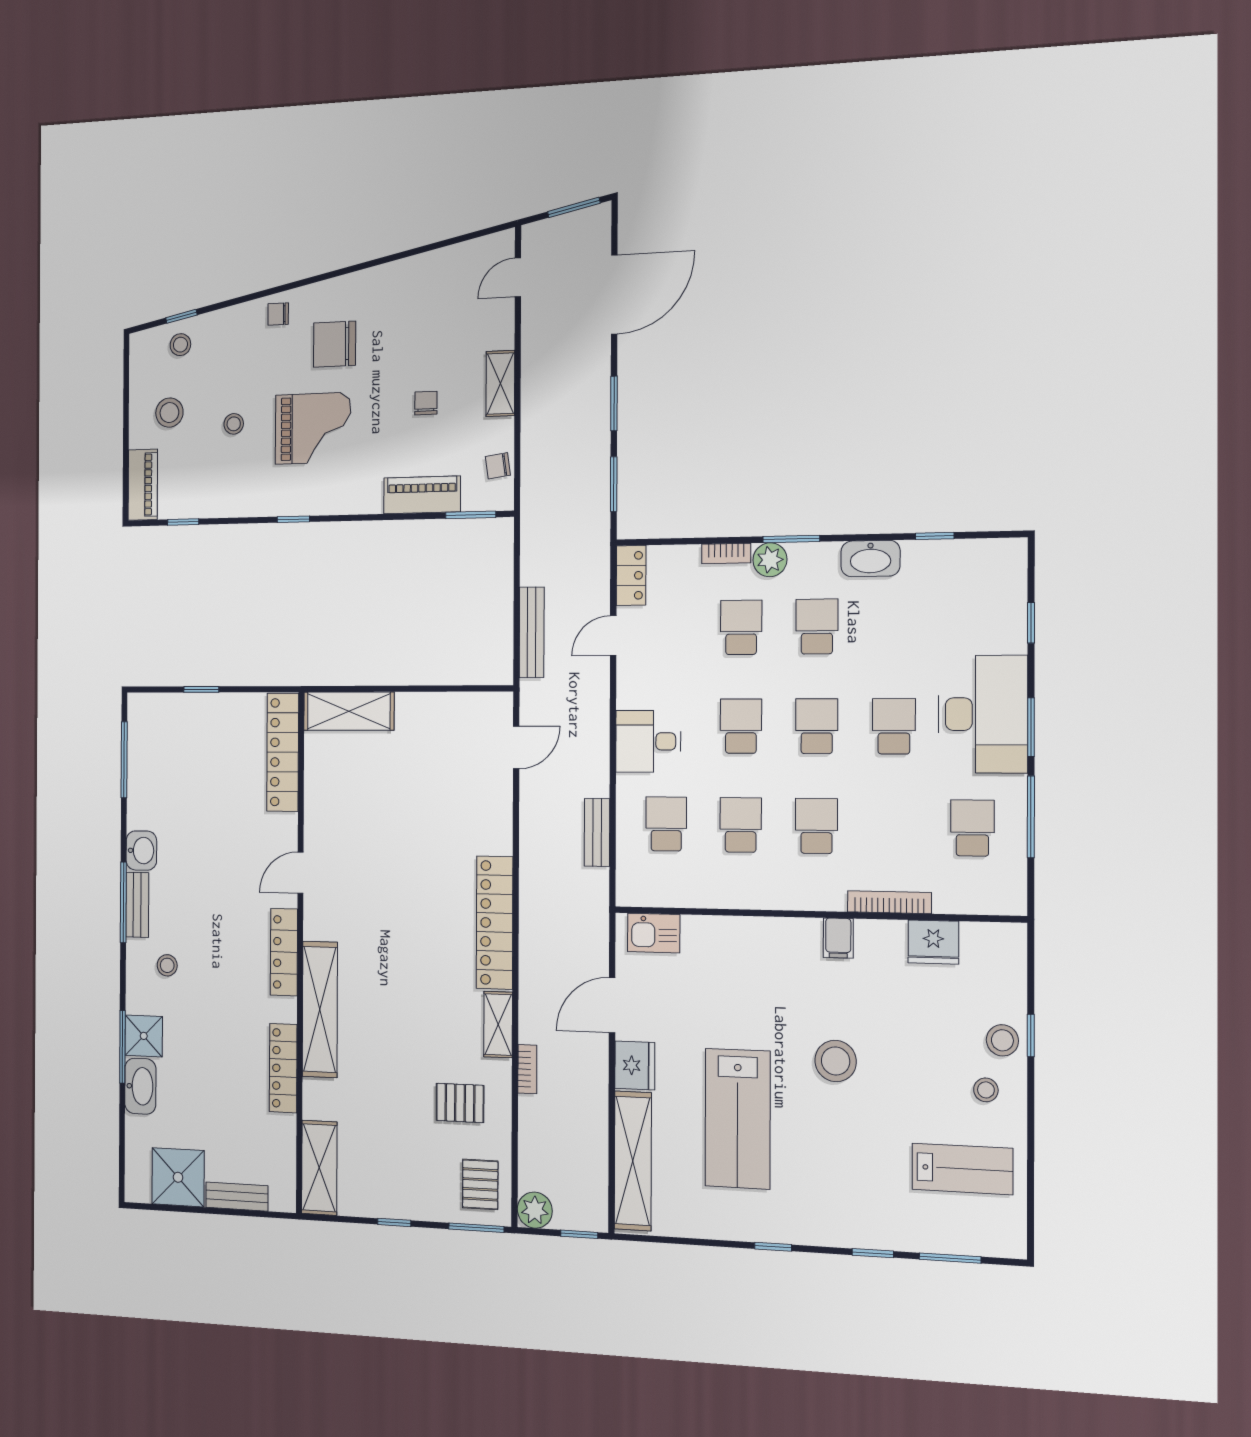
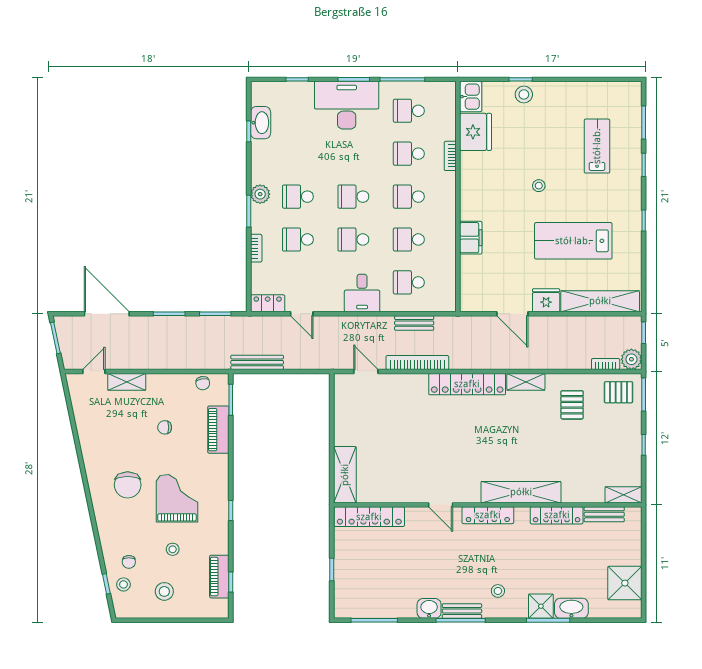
door: (518, 277) -> (94, 371), swing flipped
chair: (278, 314) -> (129, 562), moved
shelving: (500, 383) -> (127, 382), moved
piano: (143, 485) -> (219, 577), moved, turned -90
washbasin: (870, 559) -> (261, 123), moved
plant: (770, 560) -> (260, 194), moved
bench: (532, 632) -> (257, 362), moved
school desk: (894, 726) -> (409, 154), moved
bookcase: (531, 837) -> (417, 363), added
bookcase: (889, 902) -> (450, 156), width x0.64
kitchen sink: (654, 933) -> (471, 97), moved
filing cabinet: (838, 938) -> (471, 238), moved, width x2.00
fridge: (933, 942) -> (476, 132), width x1.36, depth x1.34
stool: (836, 1061) -> (539, 186), width x0.53, depth x0.53
bookcase: (527, 1069) -> (606, 364), moved
stool: (986, 1090) -> (551, 103), removed
lab bench: (738, 1119) -> (573, 241), turned 180
shelving: (319, 1168) -> (623, 495), width x0.67, depth x0.75
lab bench: (962, 1169) -> (597, 146), moved
bench: (237, 1196) -> (604, 514), moved, turned 90

